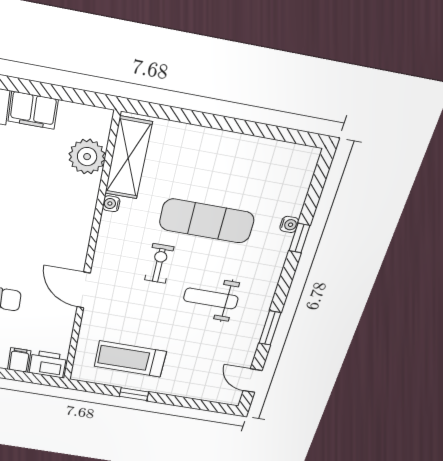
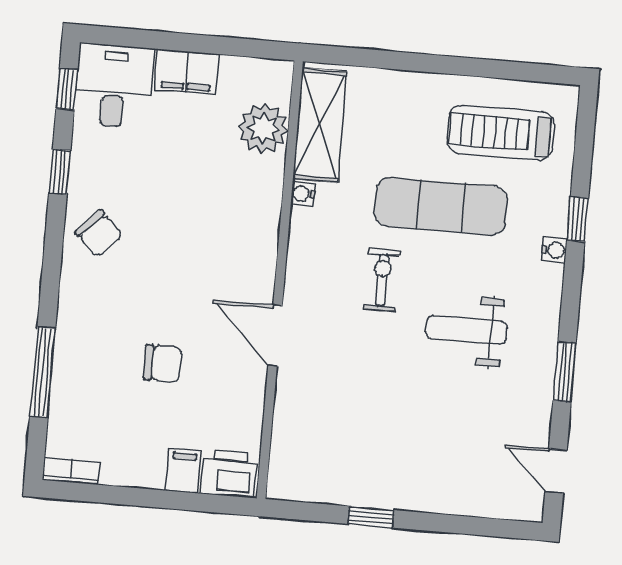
water cooler: (289, 224) -> (554, 250), moved
treadmill: (130, 359) -> (501, 133), moved

